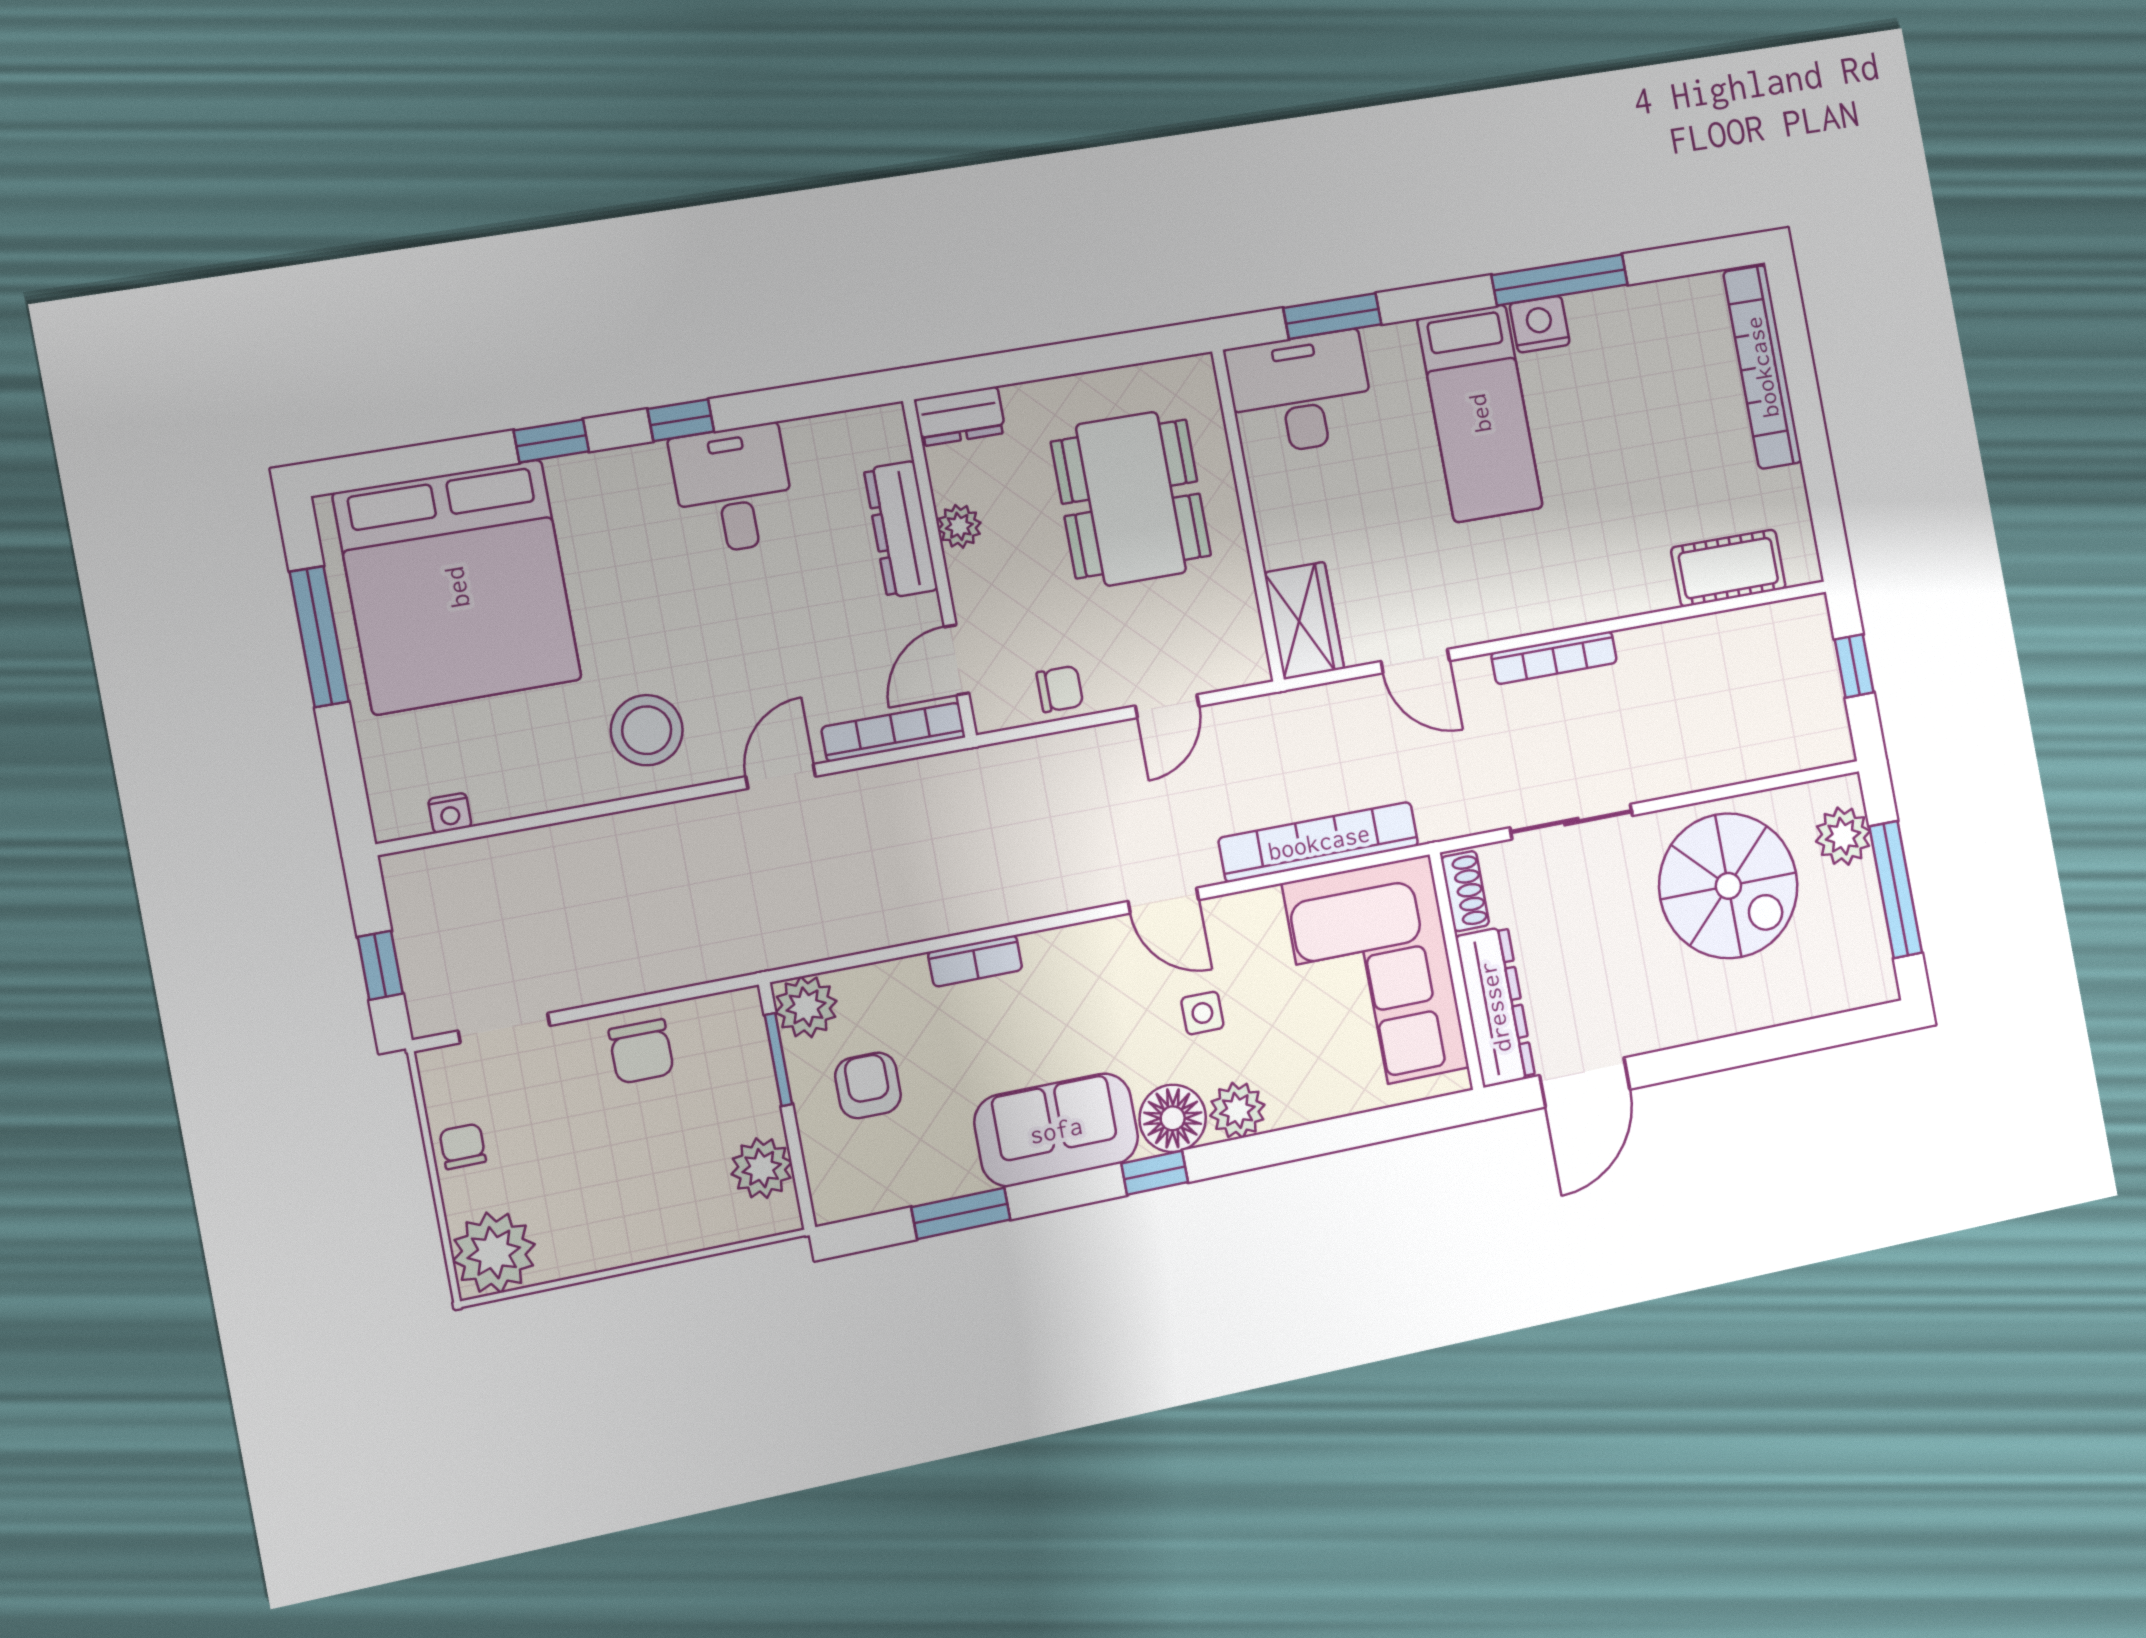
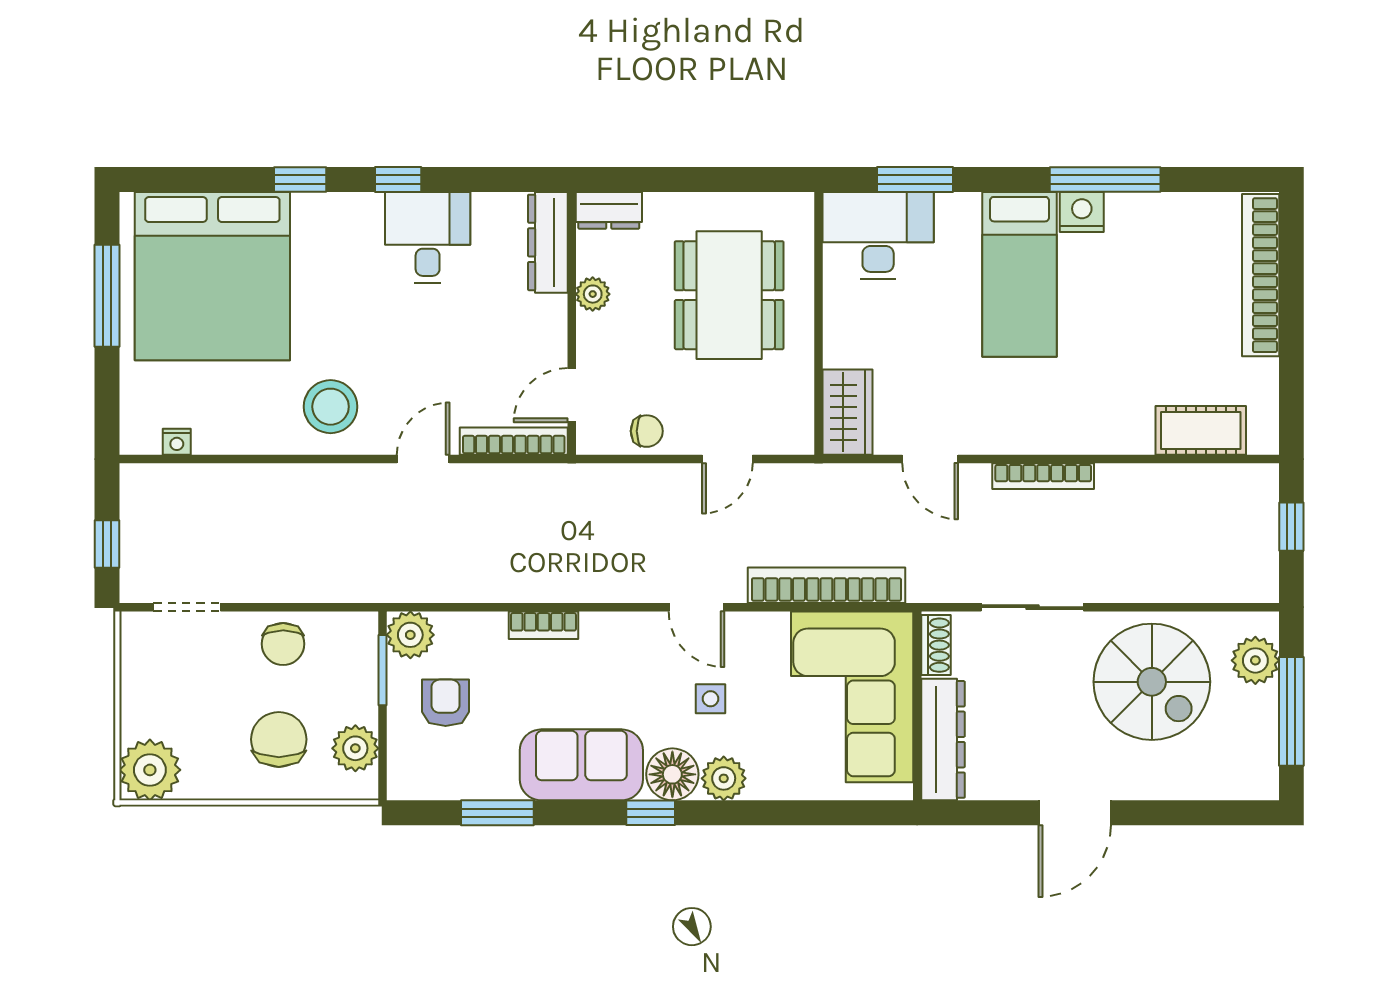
dresser: (901, 529) -> (548, 242), moved
door: (1585, 1082) -> (1075, 813), moved
chair: (463, 1146) -> (279, 739), moved, width x1.87, depth x1.87

